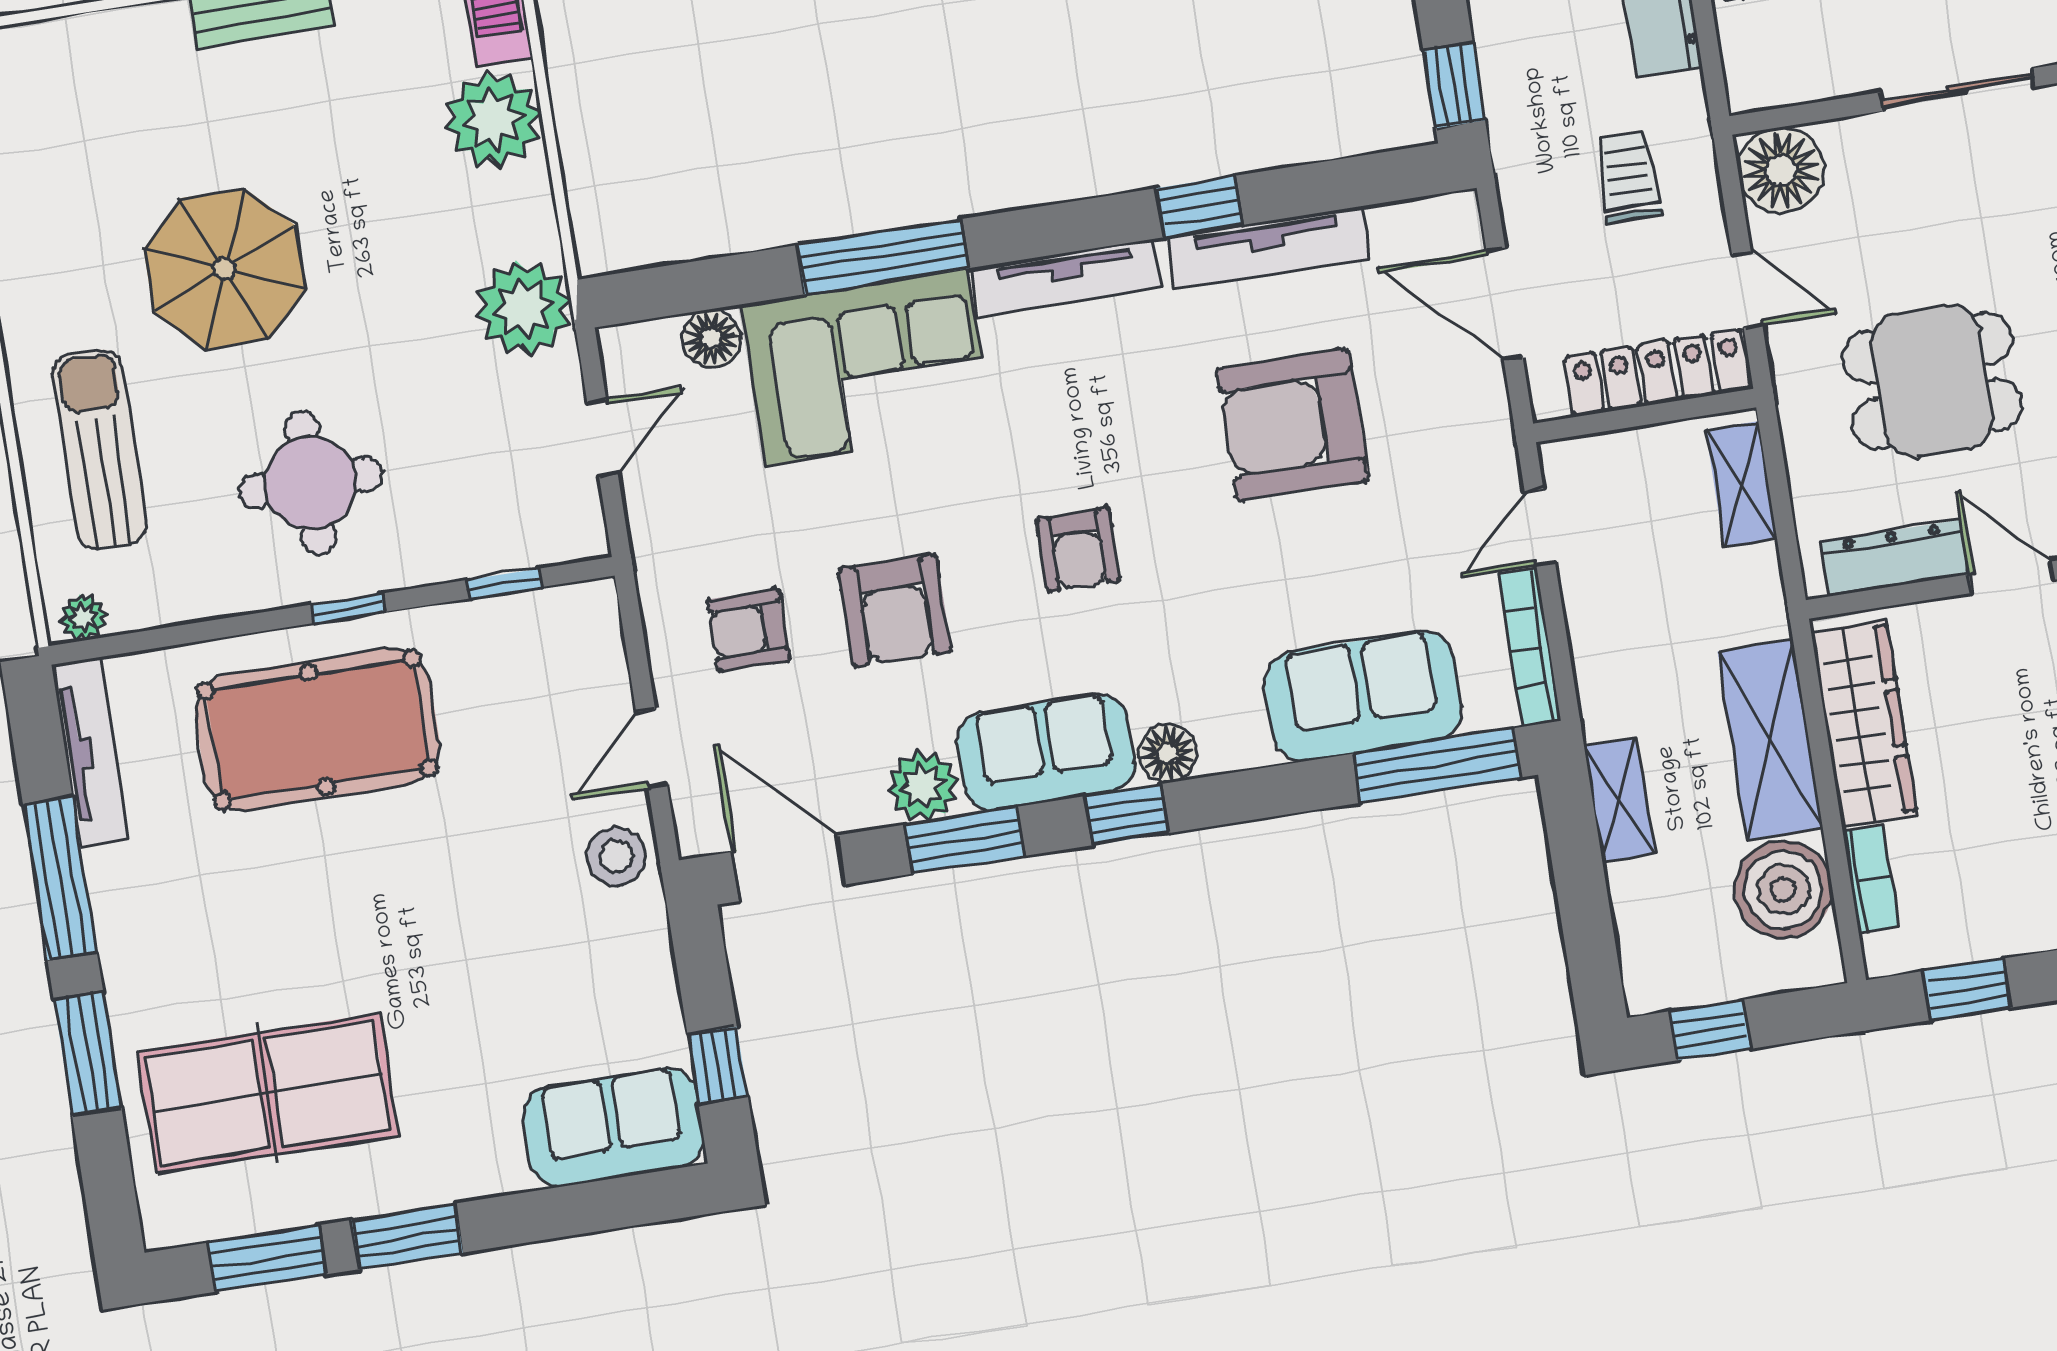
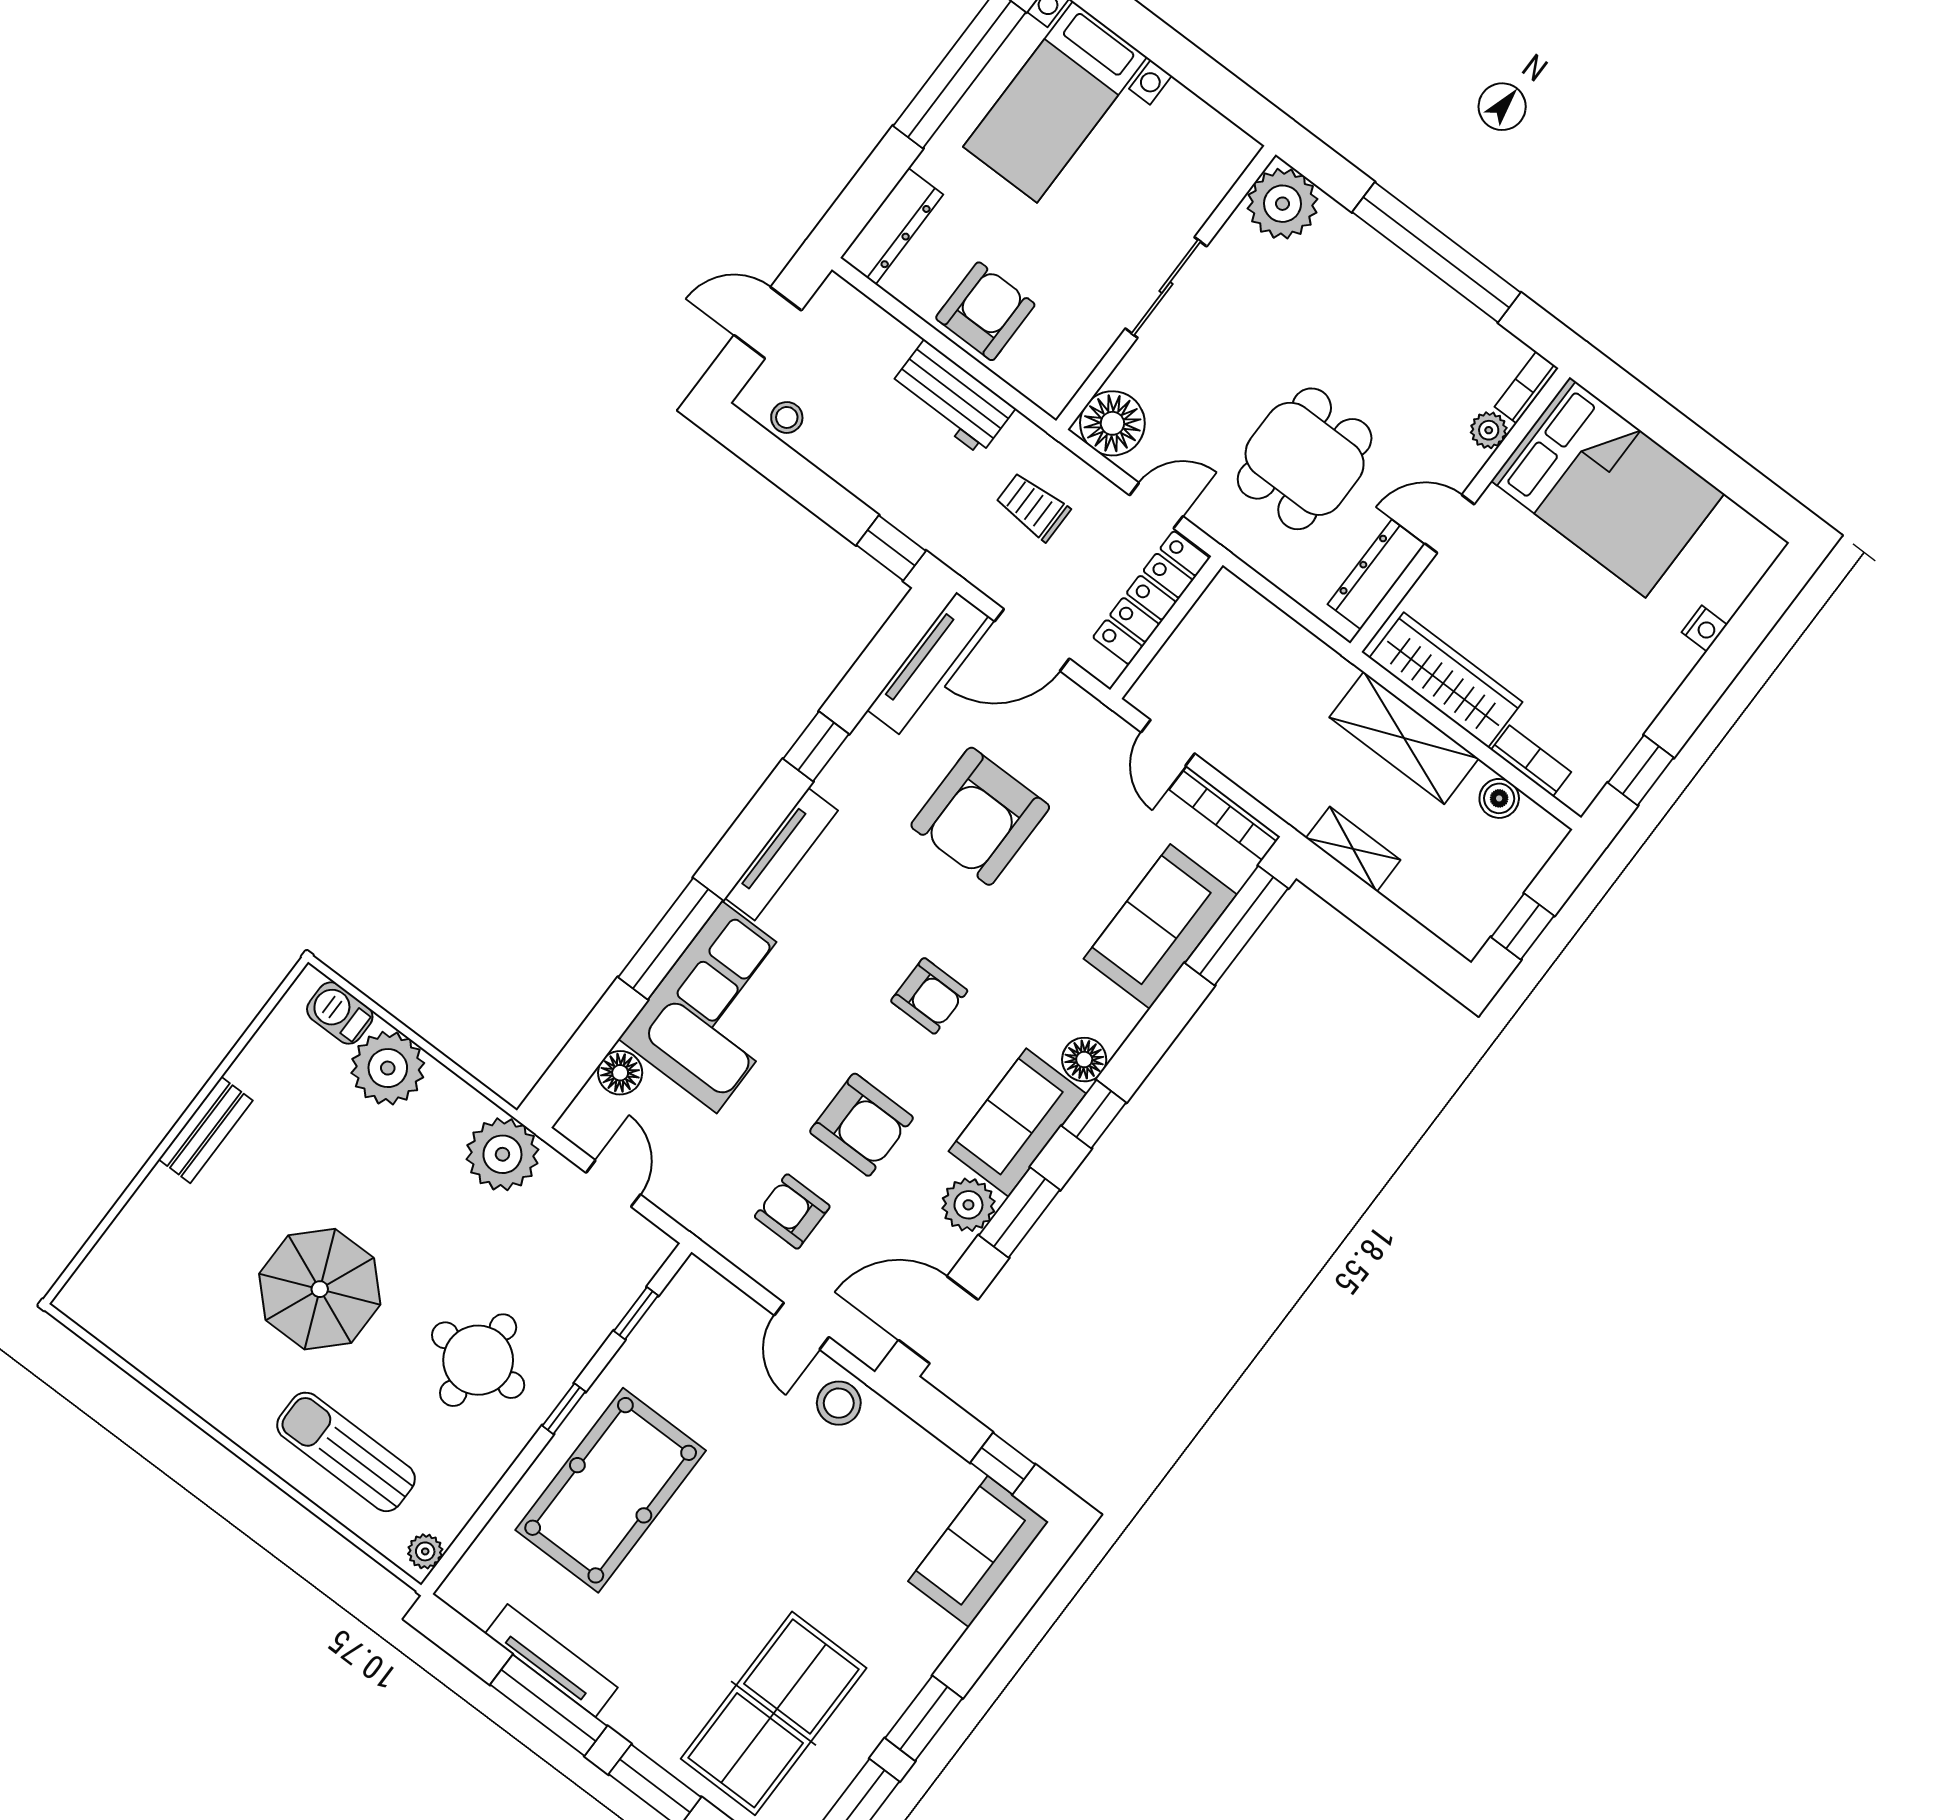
tv unit: (1268, 248) -> (928, 663), moved
shelving: (1741, 484) -> (1255, 614), removed
armchair: (748, 630) -> (792, 1211), turned 90
tv unit: (90, 752) -> (551, 1661), moved
boiler: (1783, 889) -> (1499, 798), width x0.54, depth x0.54

